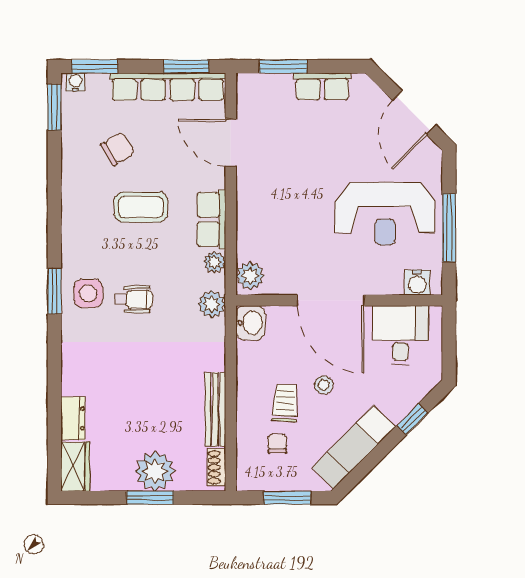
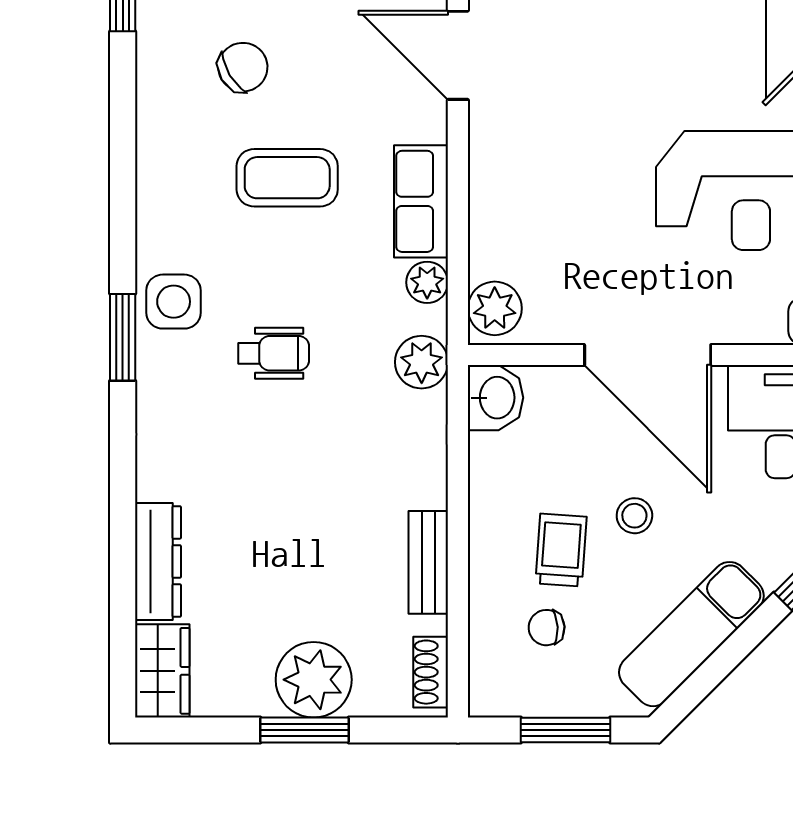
side table: (88, 293) -> (174, 302), moved
bench: (215, 409) -> (428, 562), width x0.73
dresser: (73, 418) -> (158, 561), width x1.44
chair: (277, 444) -> (547, 628), turned -93

